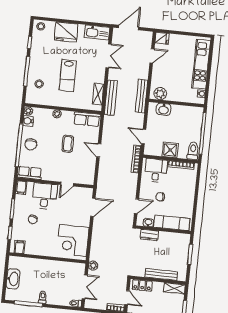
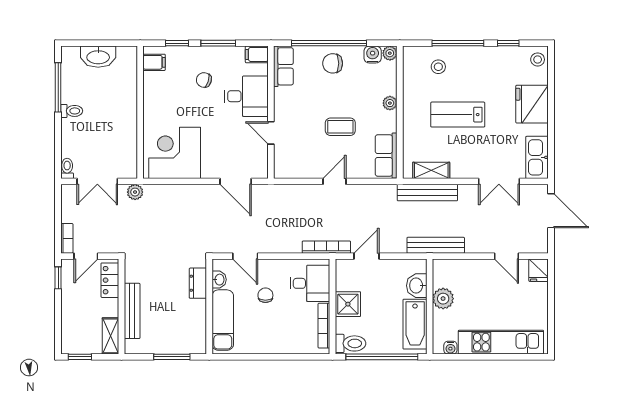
plant: (160, 94) -> (443, 299), moved
bathtub: (186, 113) -> (415, 324), added

